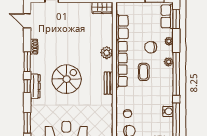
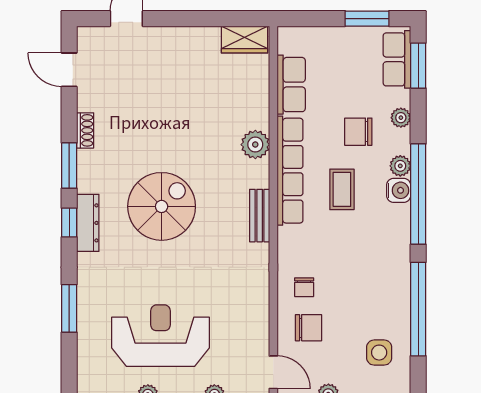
water cooler: (168, 111) -> (399, 190), moved

